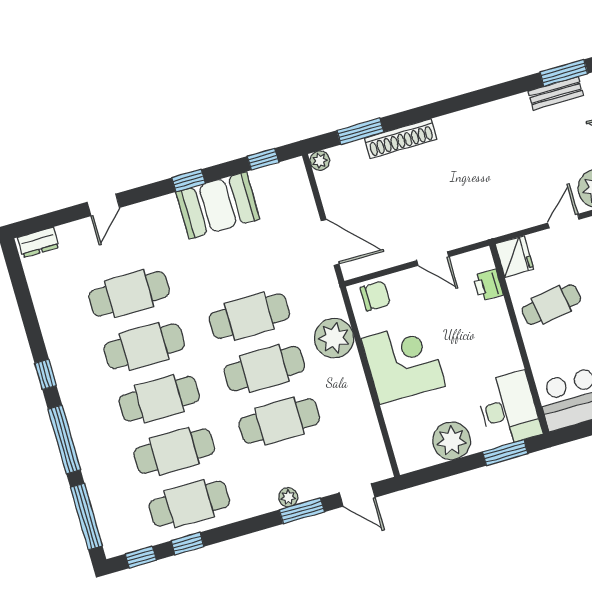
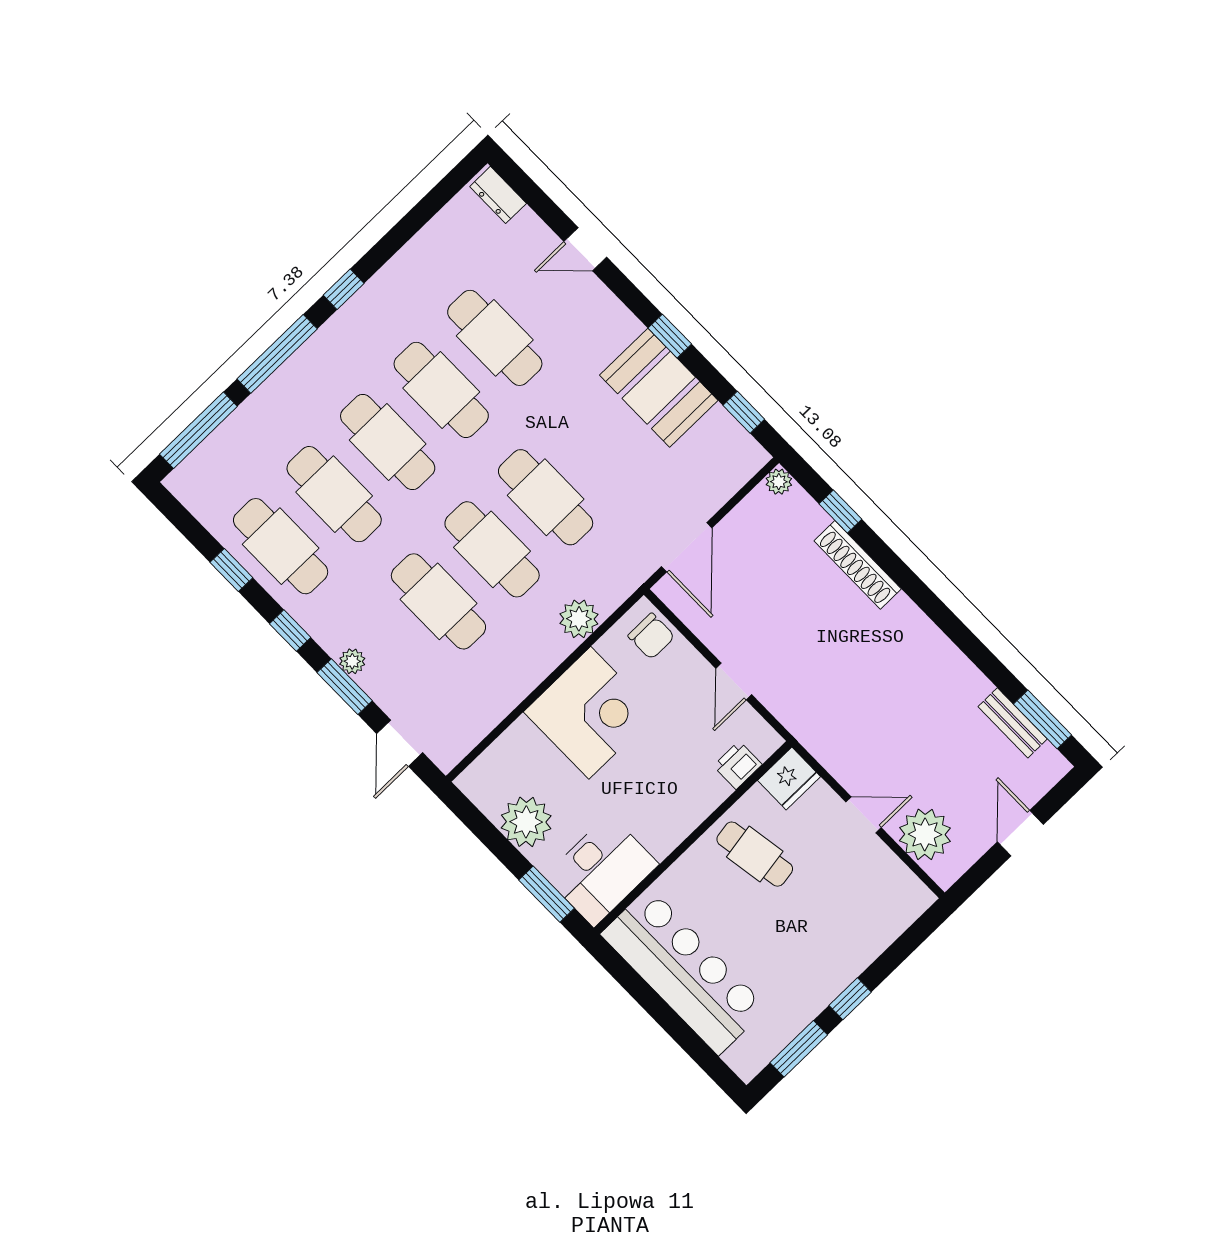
window: (360, 131) -> (840, 512), width x0.67
plant: (334, 338) -> (579, 619), width x0.73, depth x0.73
window: (141, 557) -> (290, 631), moved

